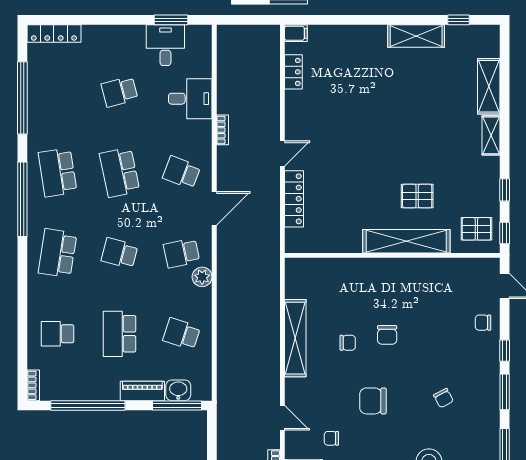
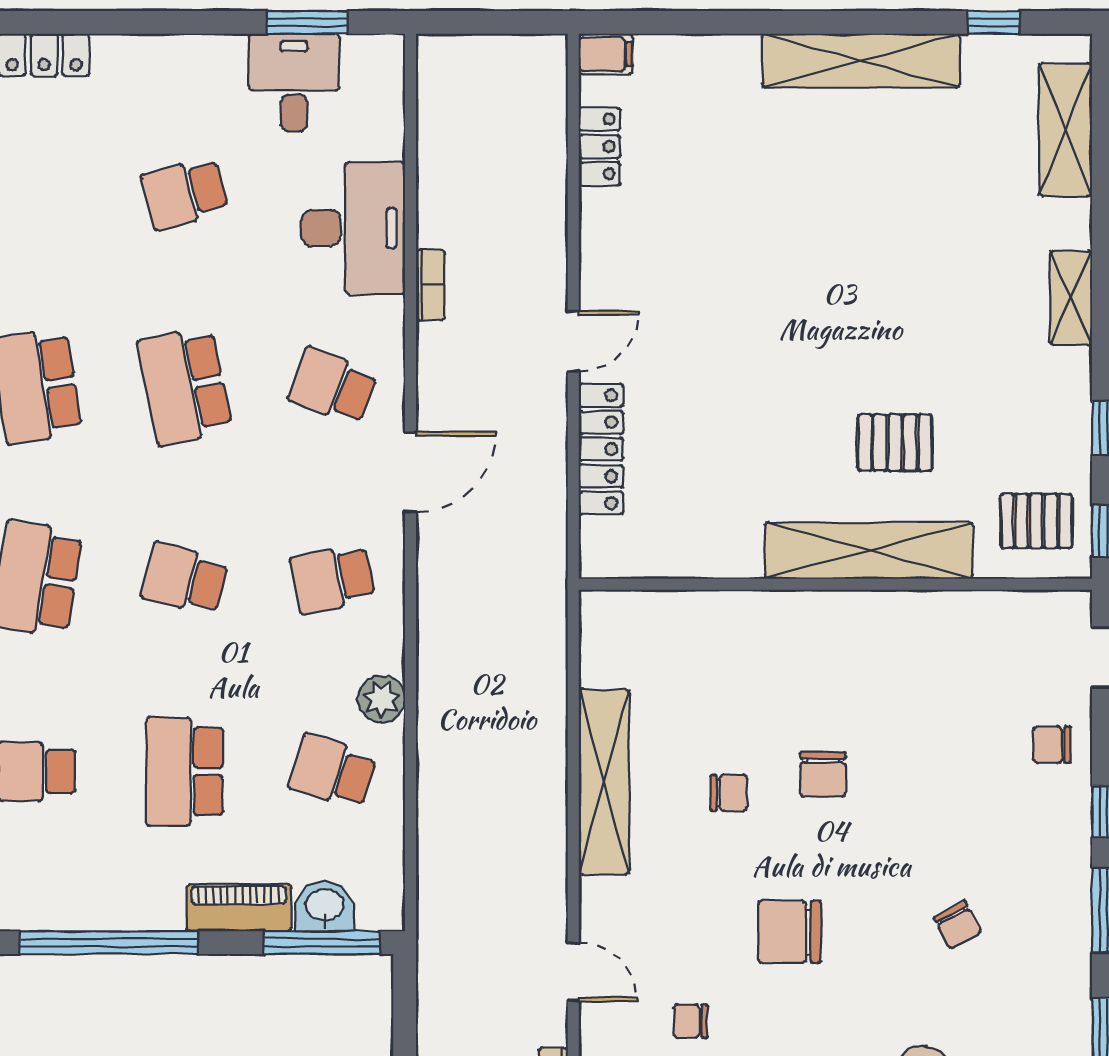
shelving: (416, 36) -> (861, 61), width x1.47
shelving: (489, 86) -> (1066, 130), moved
desk: (190, 99) -> (353, 228), width x1.37
plant: (202, 277) -> (382, 699), moved

